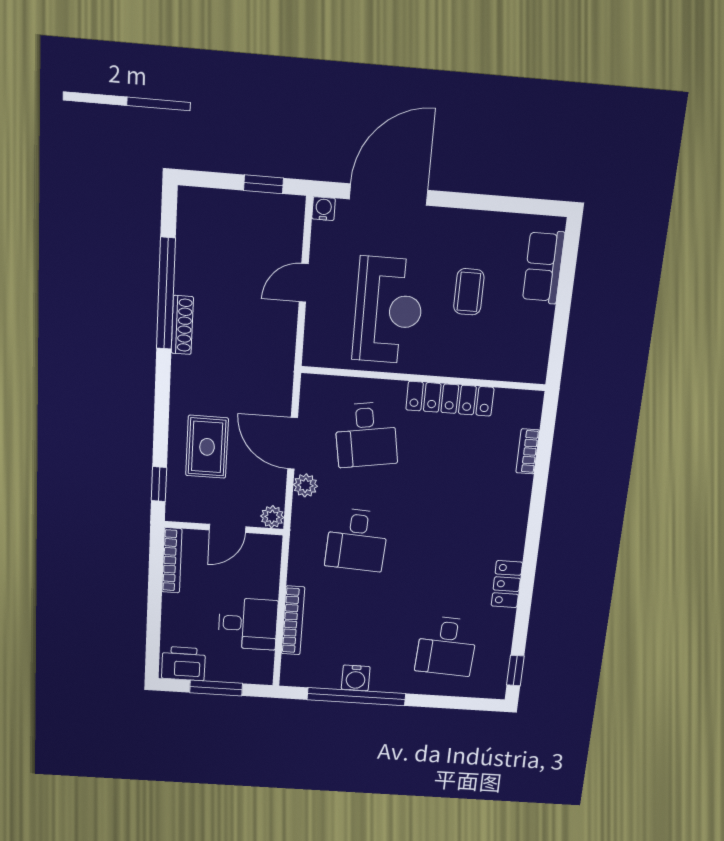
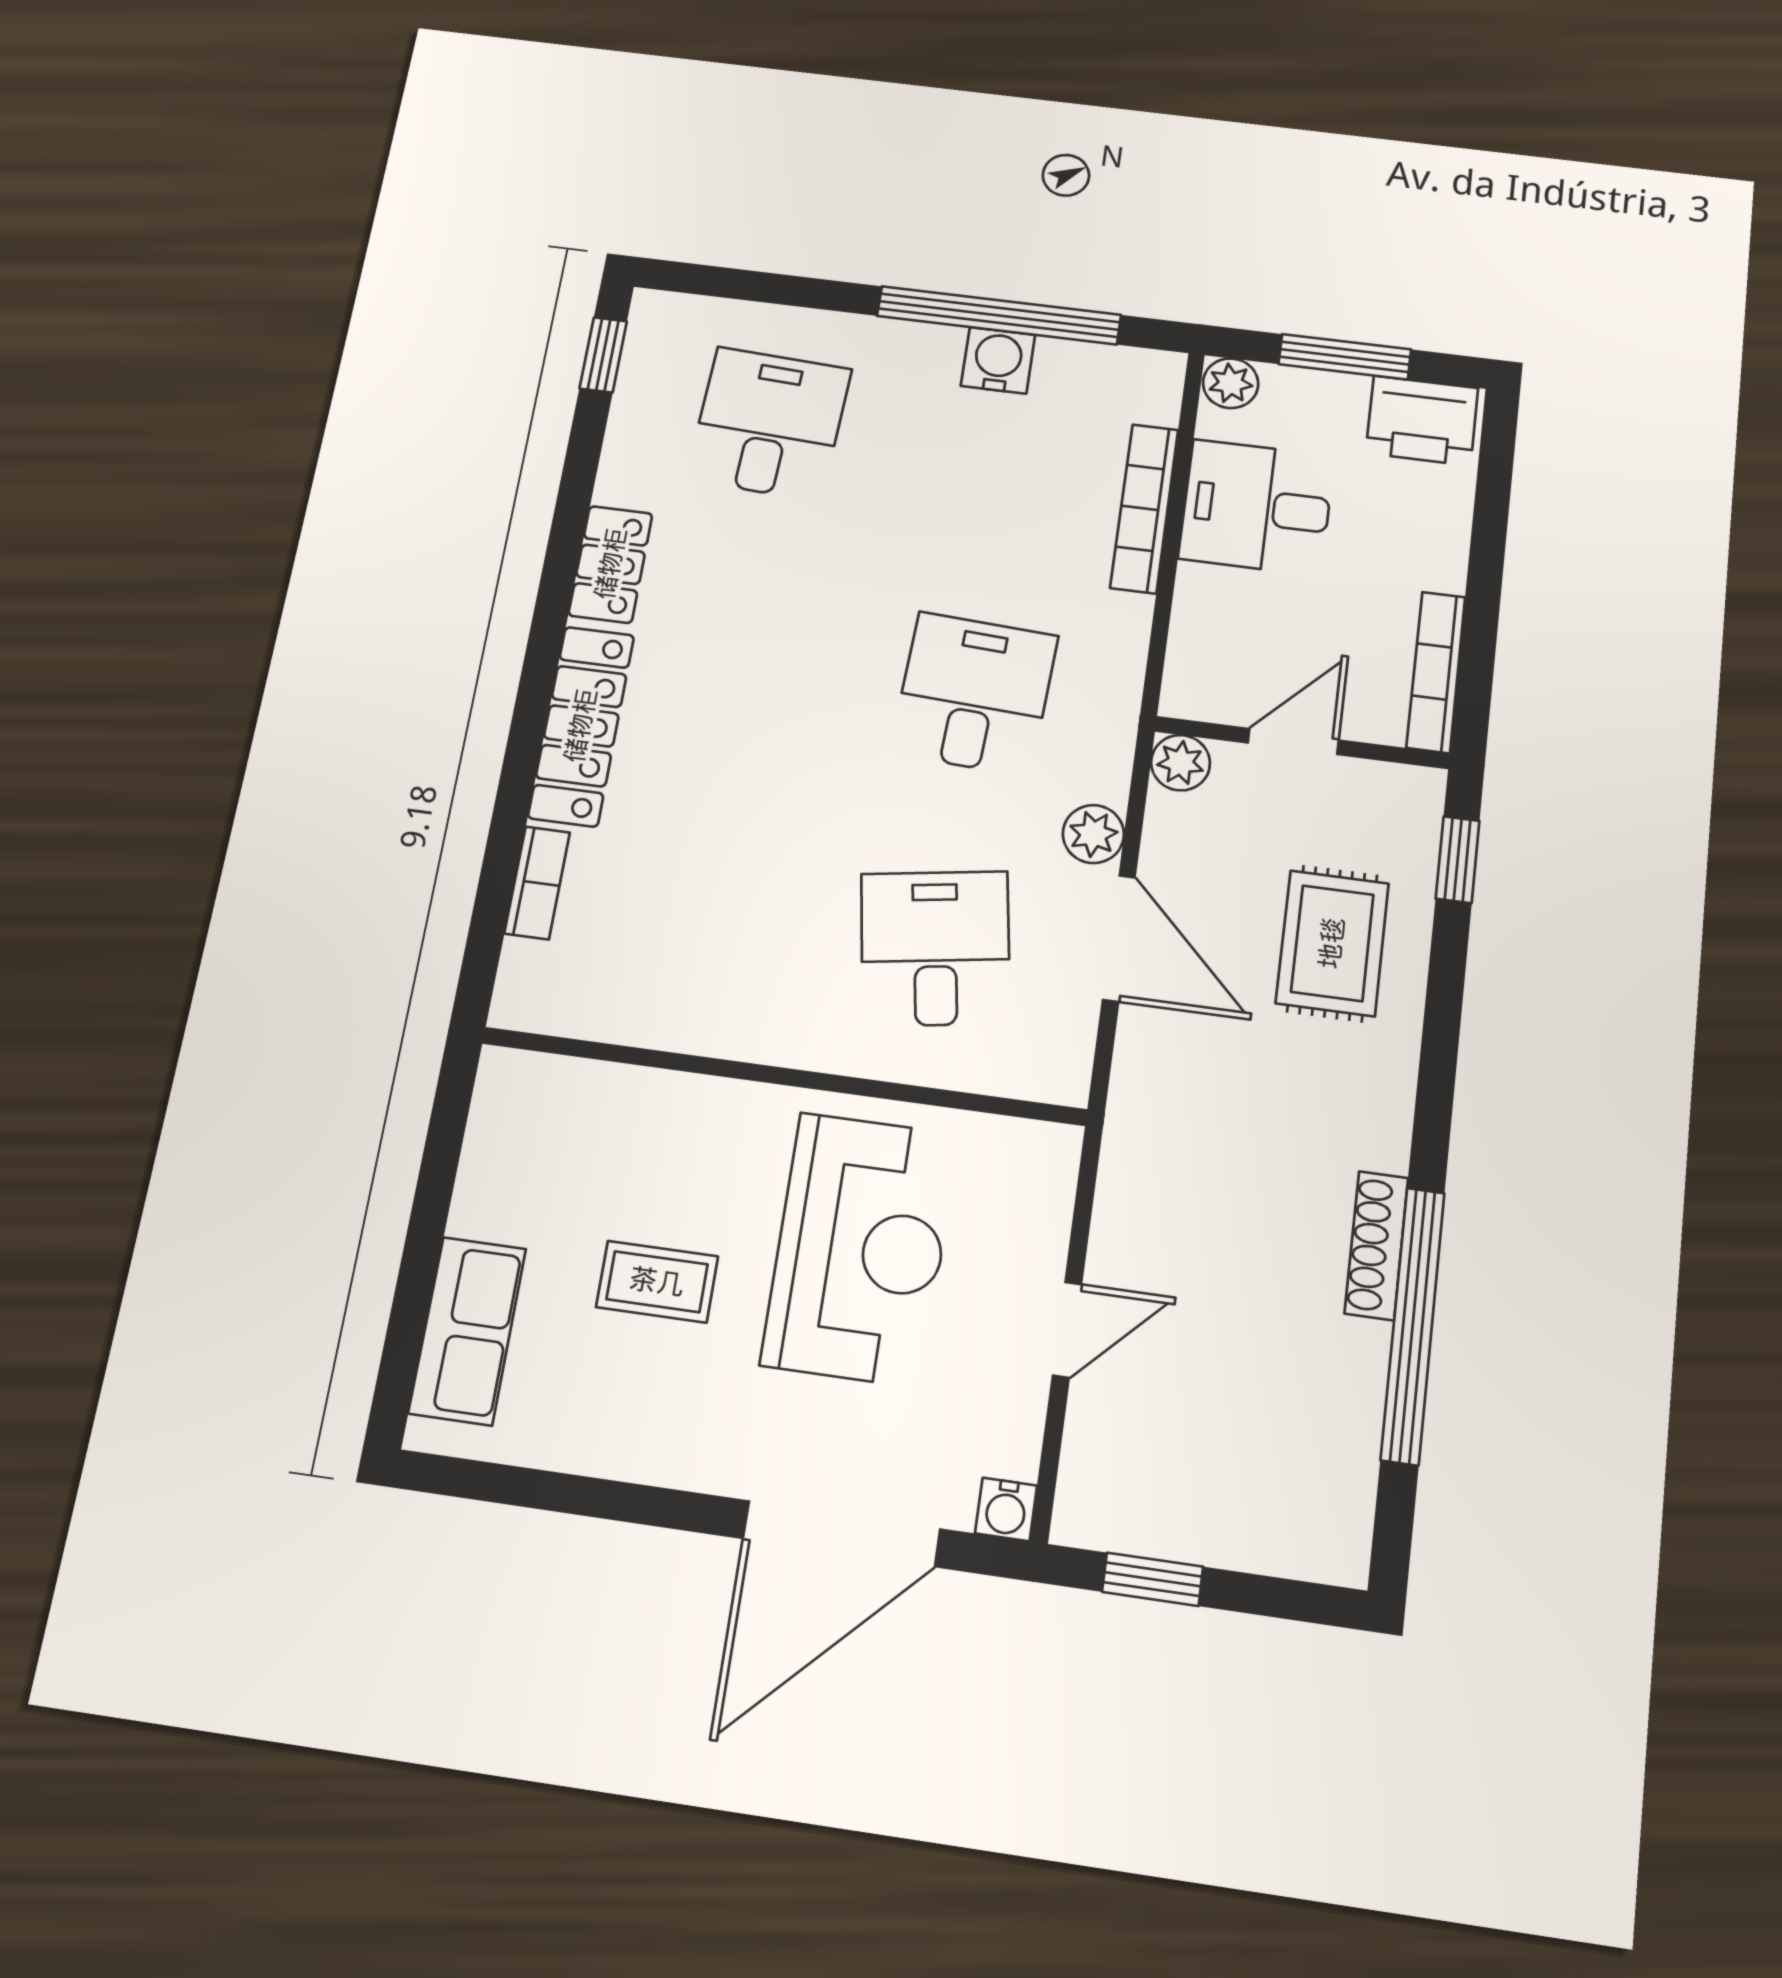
coffee table: (469, 292) -> (657, 1282), turned 90
reception desk: (388, 310) -> (860, 1249), turned 180
locker: (450, 399) -> (581, 726), moved, turned 90
plant: (261, 674) -> (1231, 383), added

